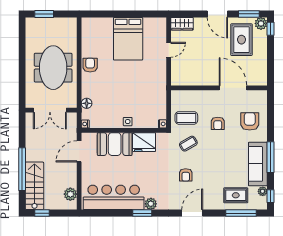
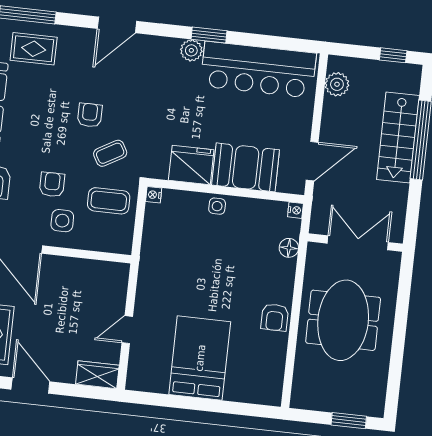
side table: (210, 105) -> (62, 221), added
armchair: (186, 175) -> (90, 115), moved
stairs: (34, 186) -> (398, 138), moved

